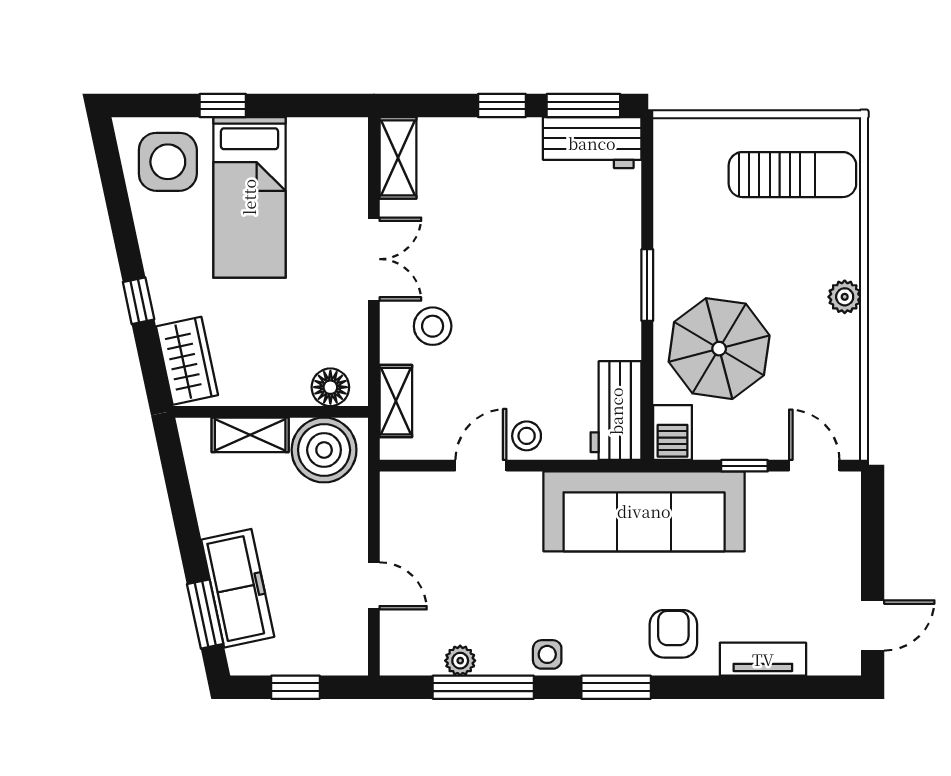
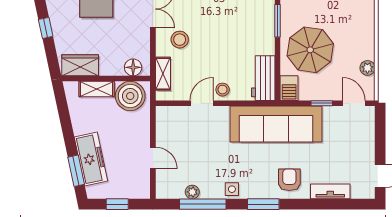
plant: (845, 297) -> (367, 68), moved
wardrobe: (187, 361) -> (80, 65), moved, turned -78

